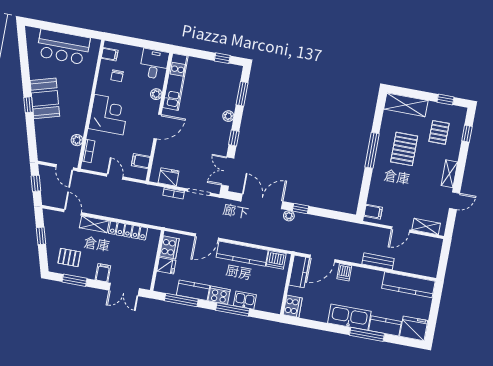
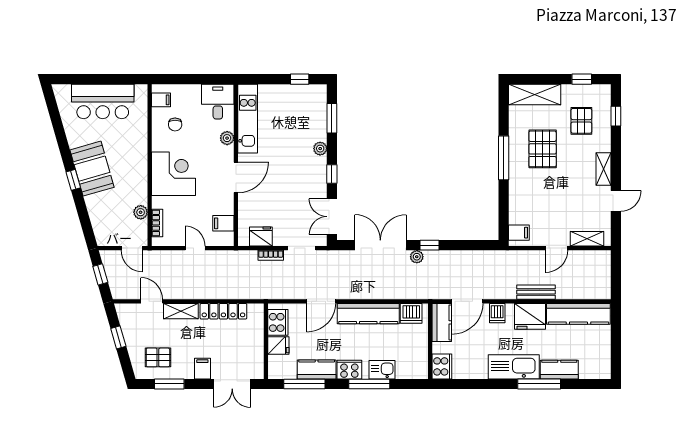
fridge: (414, 328) -> (530, 316), moved, turned 180

